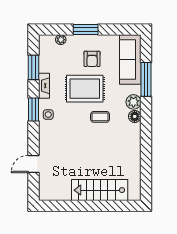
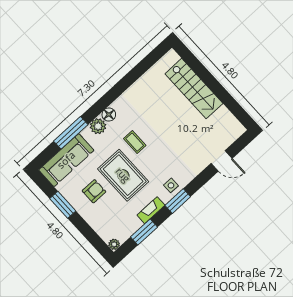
window: (86, 29) -> (63, 205), moved
plant: (61, 40) -> (114, 244), moved

